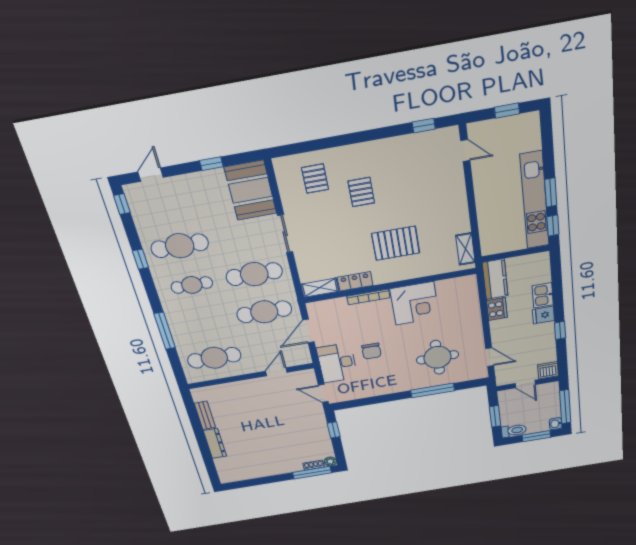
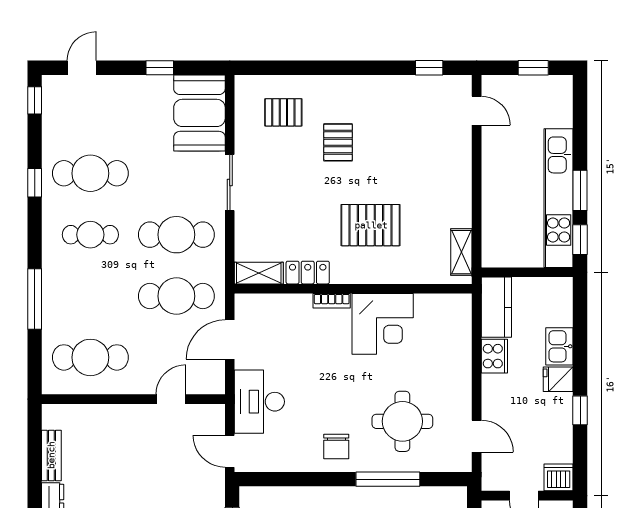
pallet: (315, 179) -> (283, 112), turned 90
bookcase: (368, 297) -> (332, 301), width x0.64
chair: (371, 351) -> (336, 446), moved

